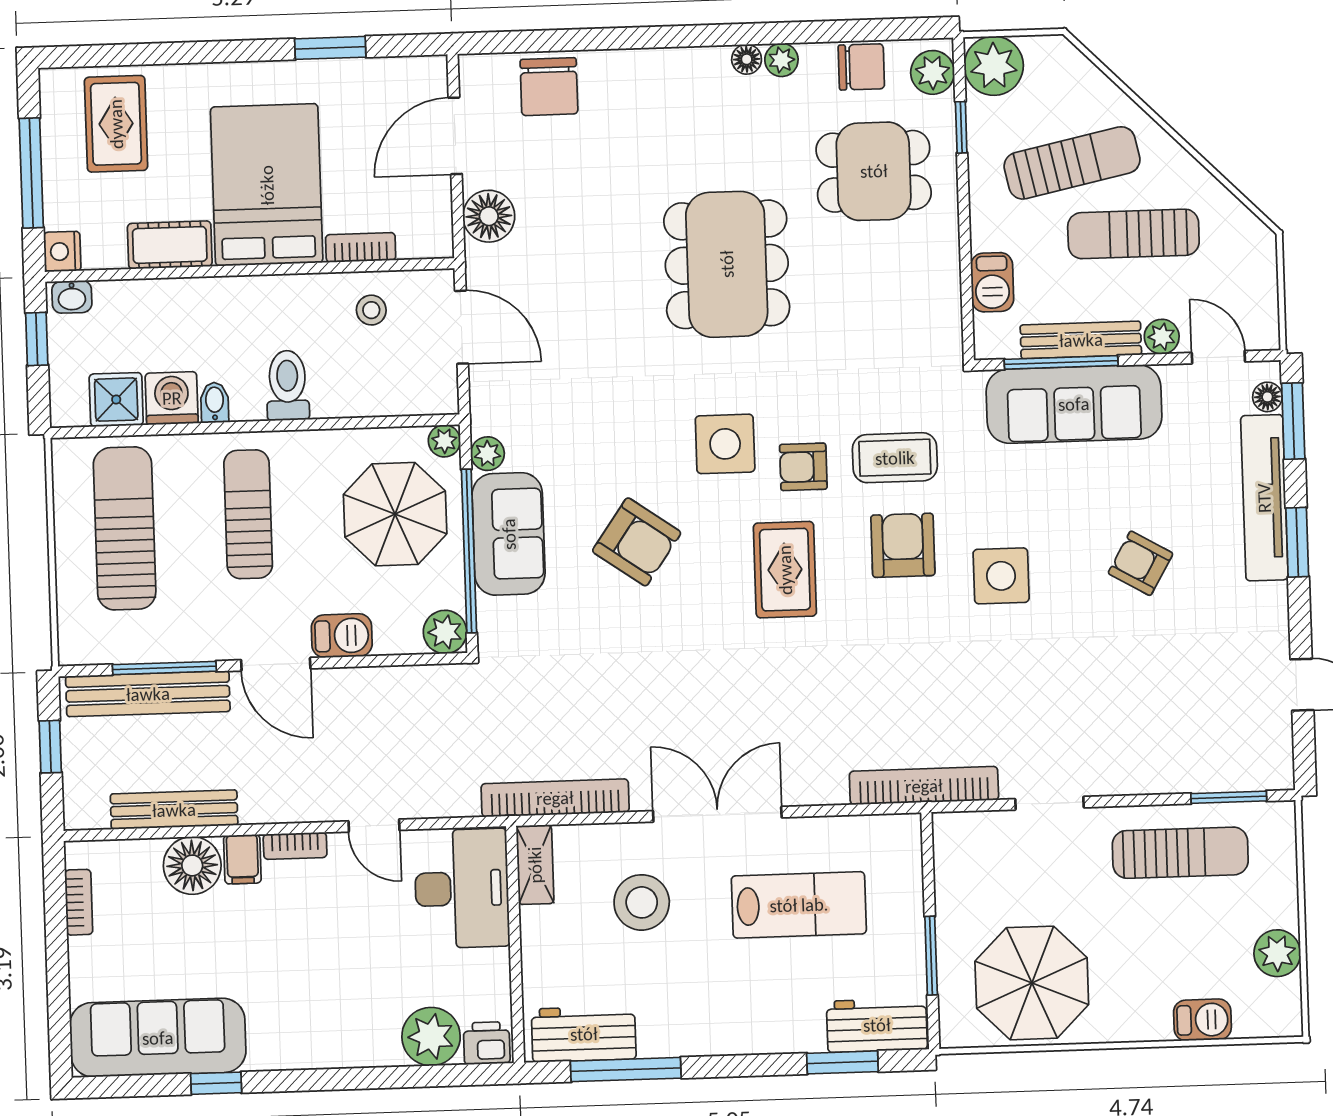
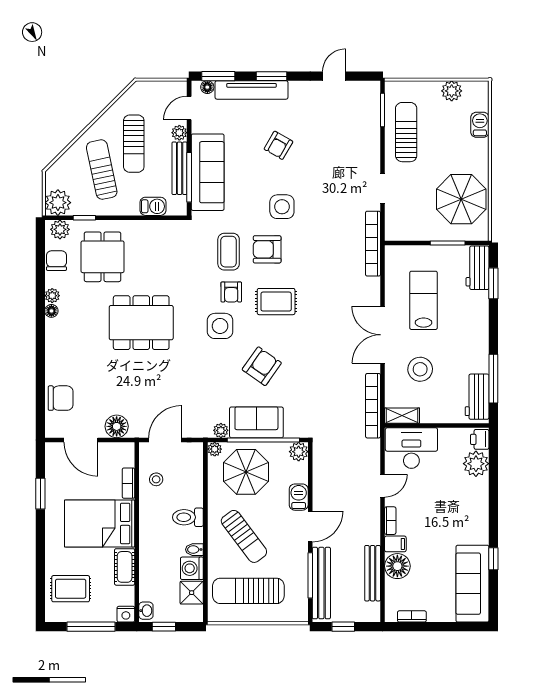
sun lounger: (248, 514) -> (244, 536), turned -127

